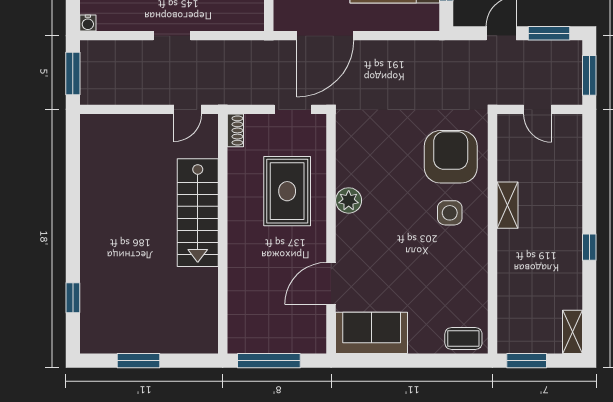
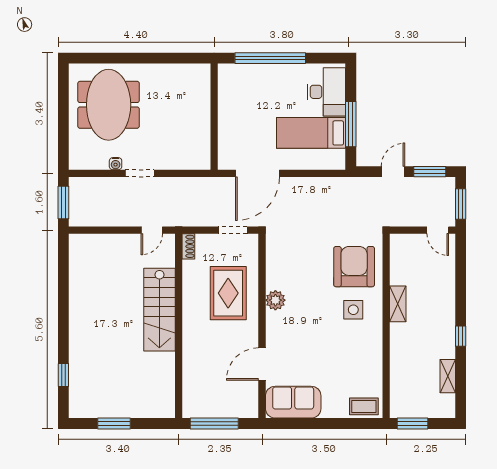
water cooler: (88, 23) -> (116, 164), moved
door: (538, 109) -> (438, 230), moved
shelving: (572, 332) -> (448, 376), moved

